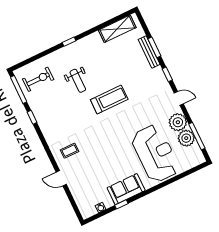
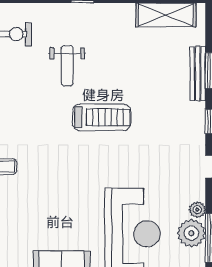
plant: (178, 122) -> (197, 210), width x0.53, depth x0.53

